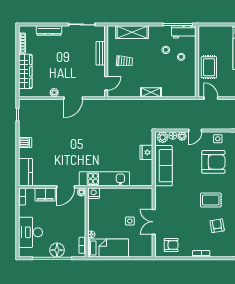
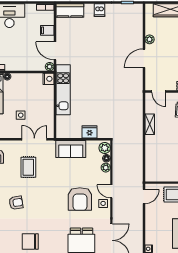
shelving: (151, 92) -> (150, 124), moved
door: (73, 98) -> (144, 58), hinge flipped
door: (195, 131) -> (111, 191), moved
sofa: (163, 166) -> (71, 149), width x0.73
filing cabinet: (45, 195) -> (47, 30), width x0.50
rug: (211, 200) -> (28, 167), moved
double door: (154, 222) -> (34, 139), moved

